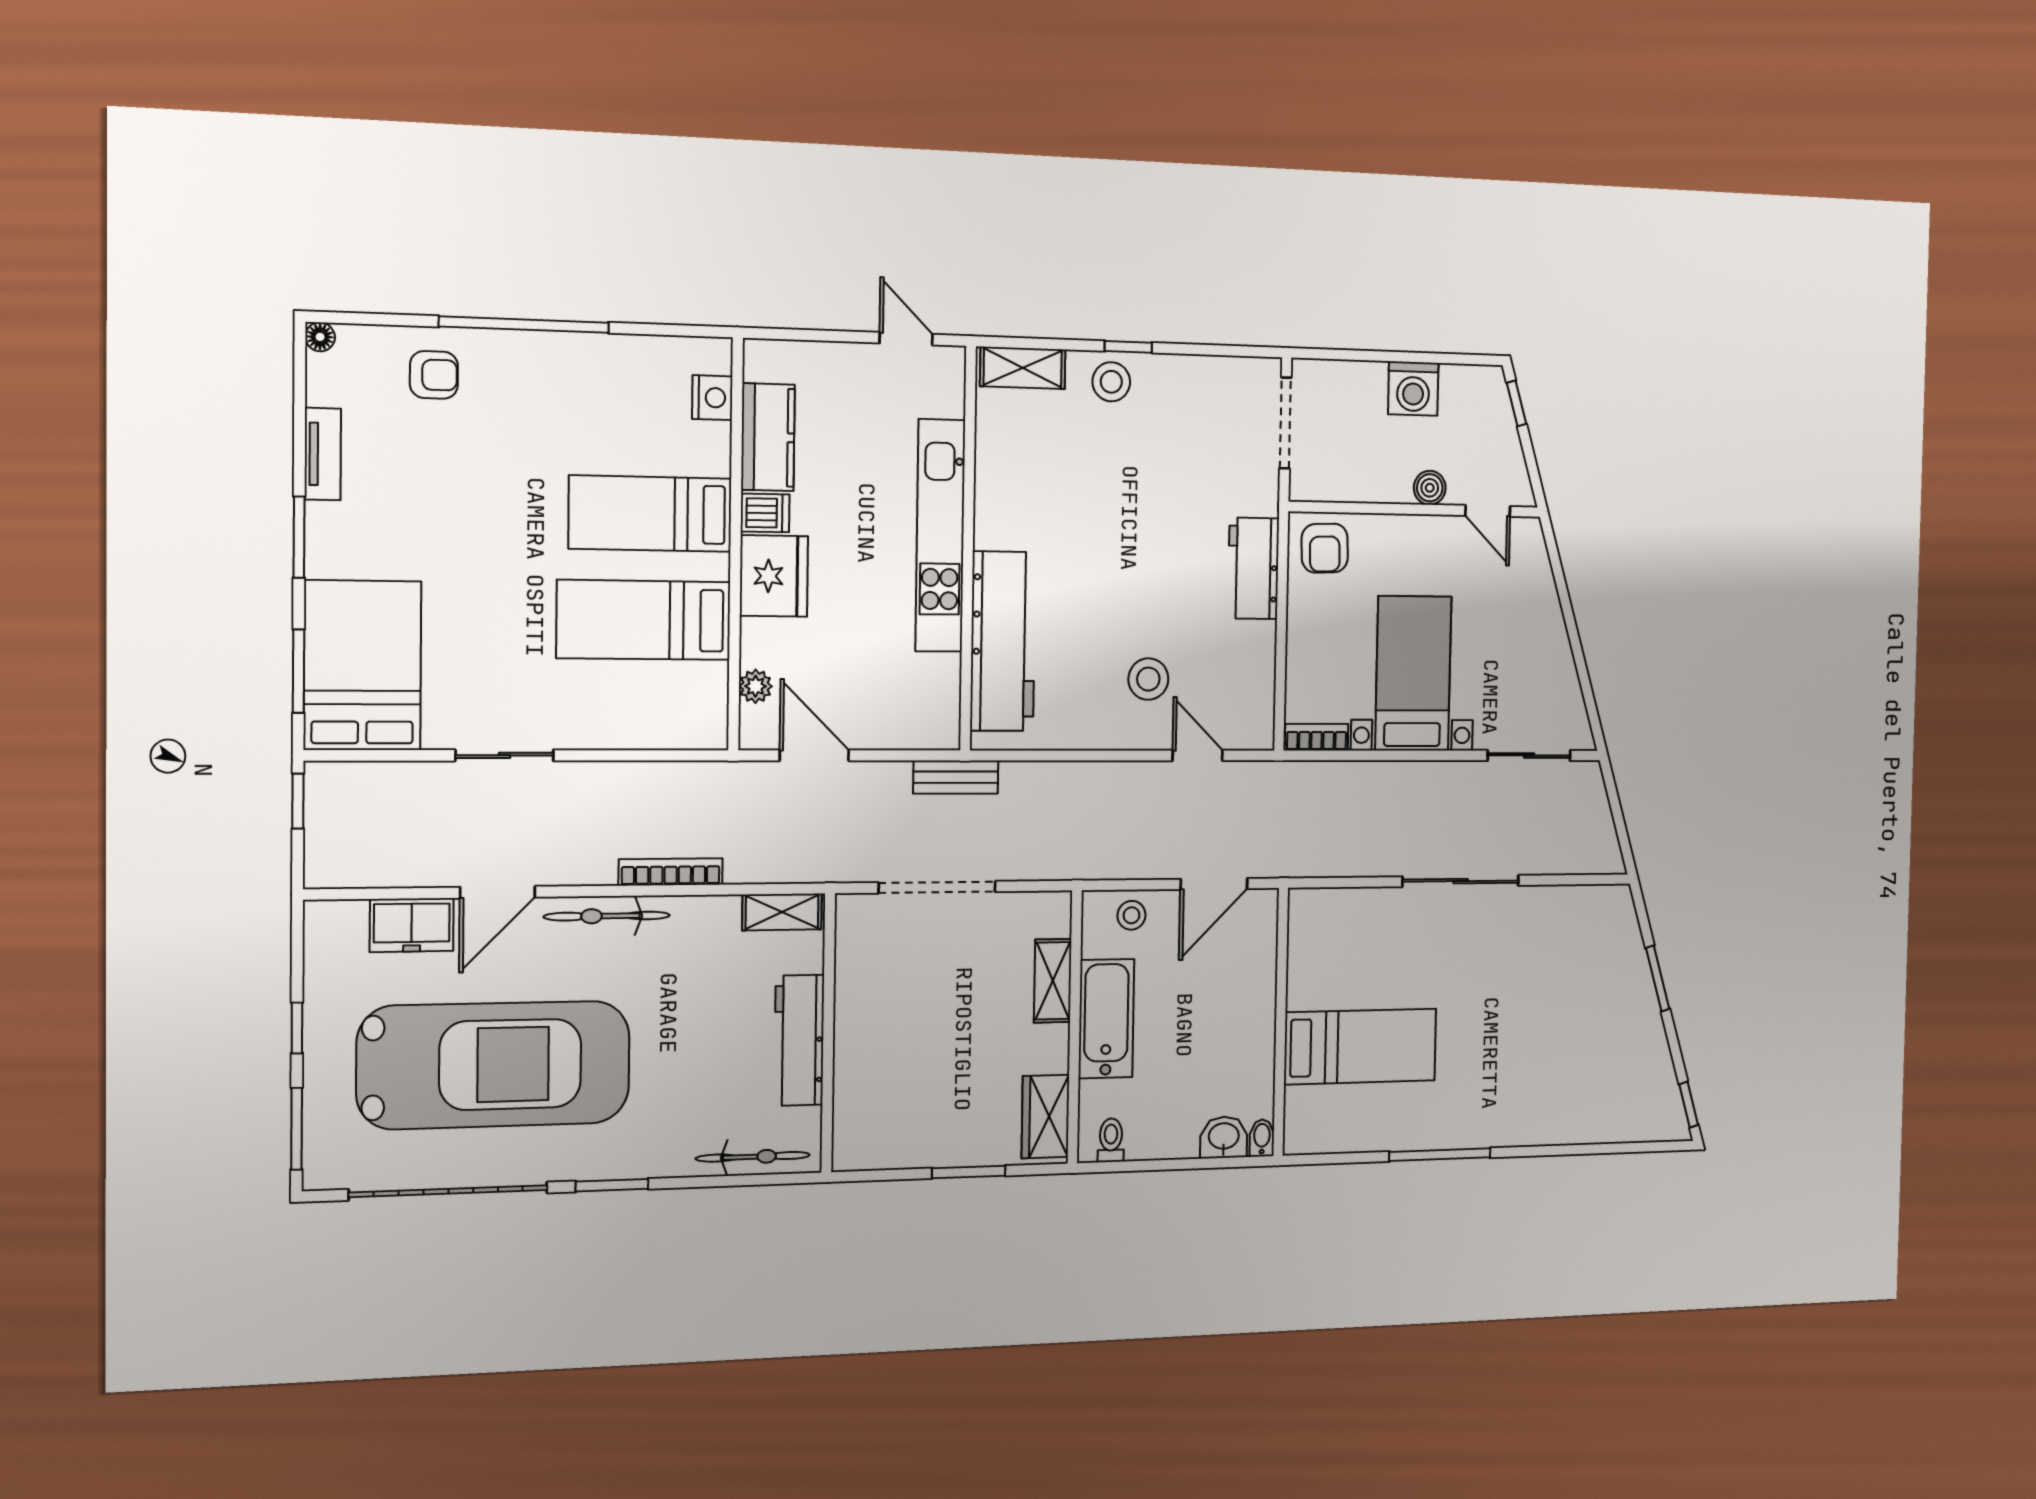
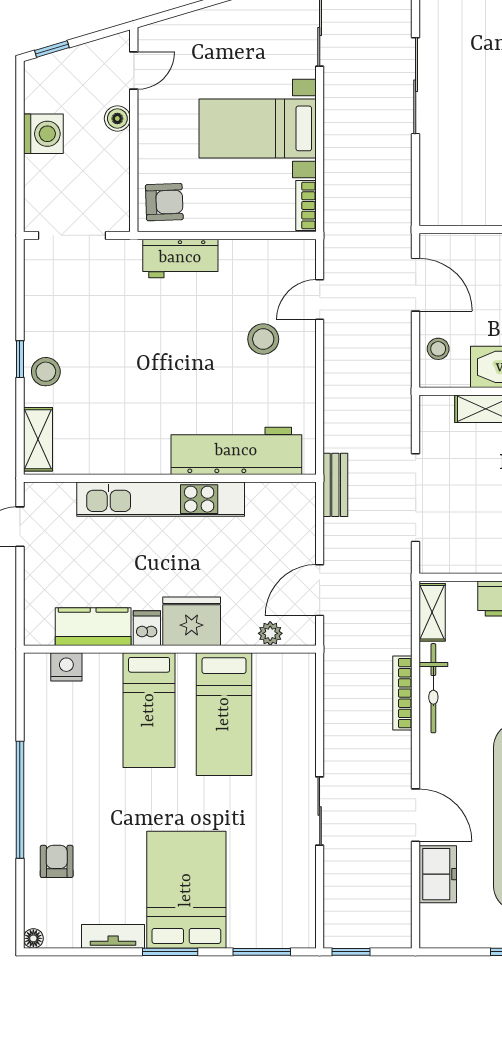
bed: (363, 665) -> (186, 890), moved, turned 90
bicycle: (607, 916) -> (433, 688), moved

